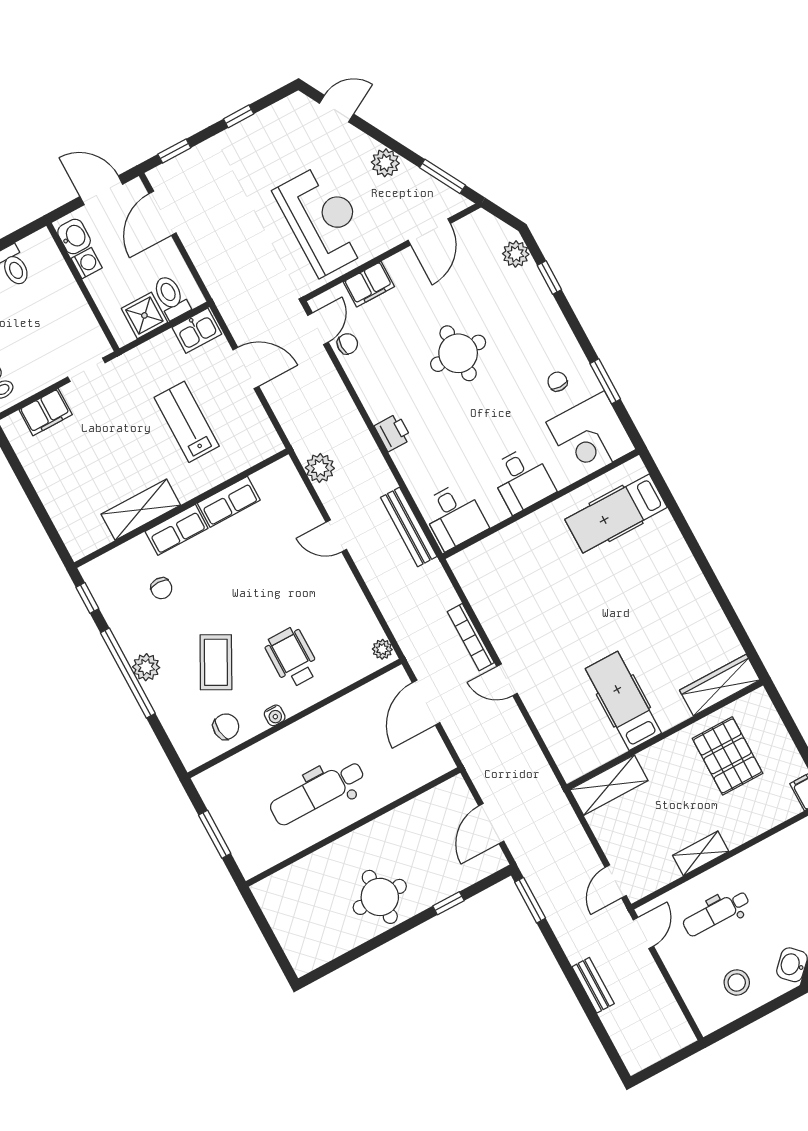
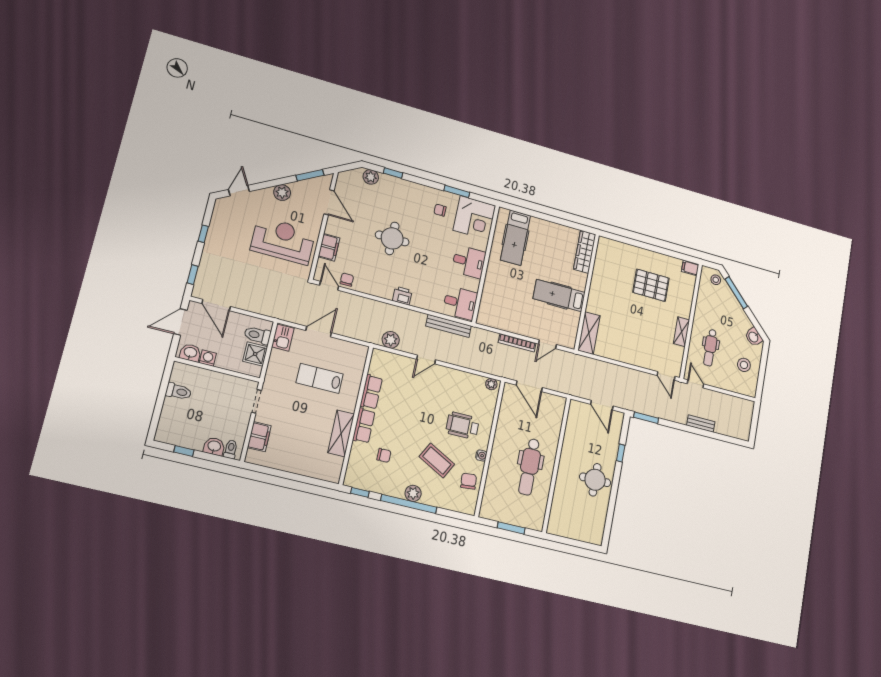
wardrobe: (720, 685) -> (585, 252), moved
hospital bed: (623, 701) -> (559, 296), moved
wall: (665, 735) -> (587, 292), moved
shelving: (609, 785) -> (589, 333), moved

